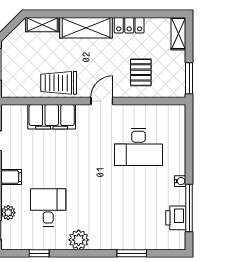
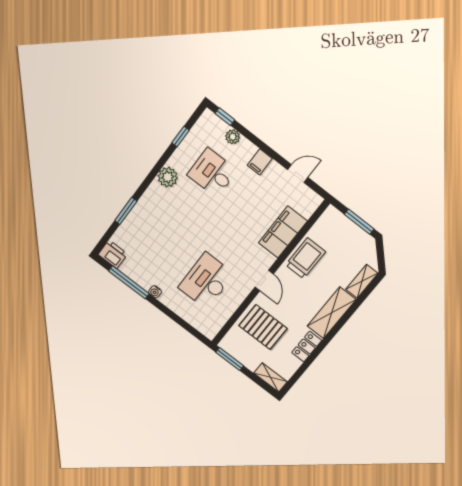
pallet: (141, 72) -> (263, 327), width x1.50, depth x1.42
desk: (48, 207) -> (212, 173), turned 180
printer: (176, 218) -> (113, 254), moved

